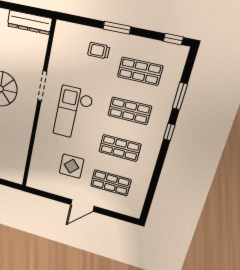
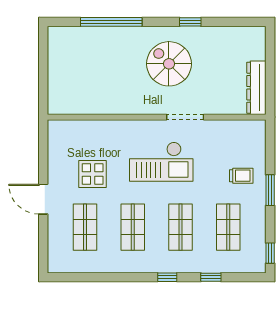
trolley: (99, 51) -> (241, 176), turned 90
window: (180, 96) -> (211, 277), width x0.67
checkout: (73, 113) -> (161, 162), turned 180

